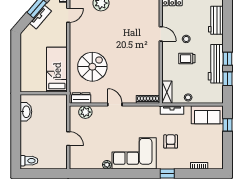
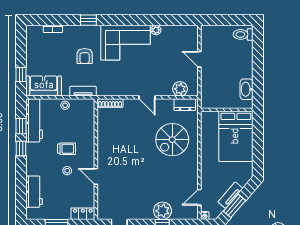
workbench: (216, 64) -> (34, 120), moved
bed: (57, 70) -> (236, 136), moved, width x1.50
shelving: (167, 92) -> (89, 111), removed

